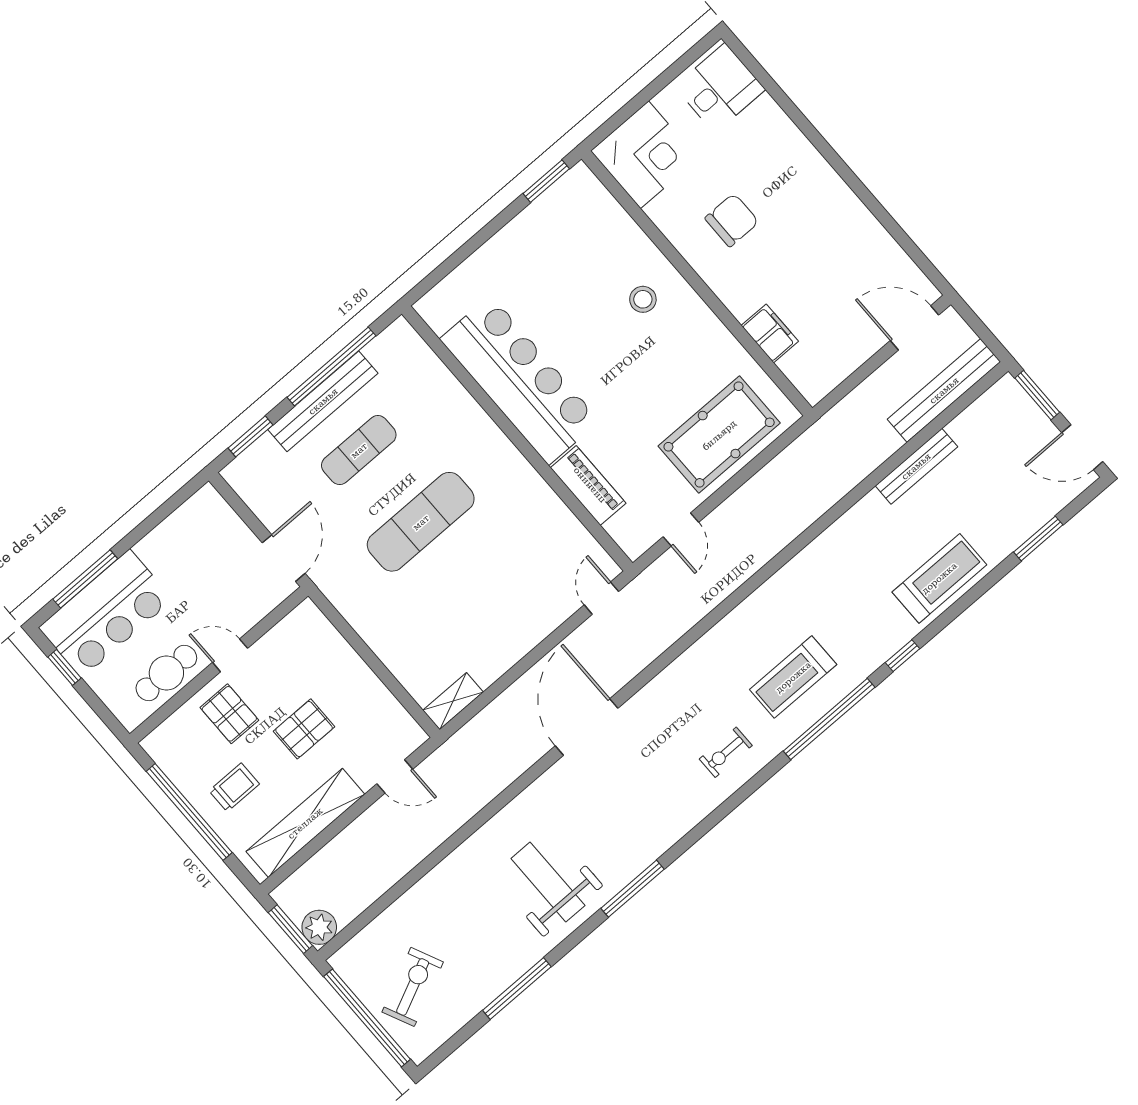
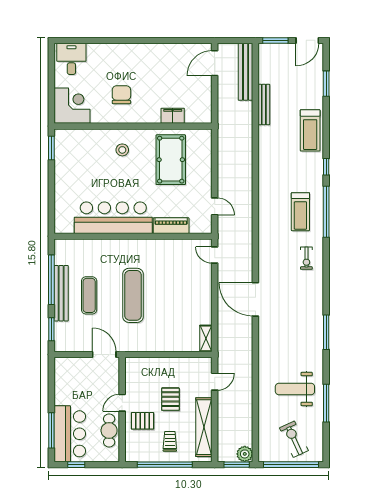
pool table: (719, 435) -> (171, 160), moved
treadmill: (939, 578) -> (310, 130), turned 180
weight bench: (548, 882) -> (295, 389), moved

